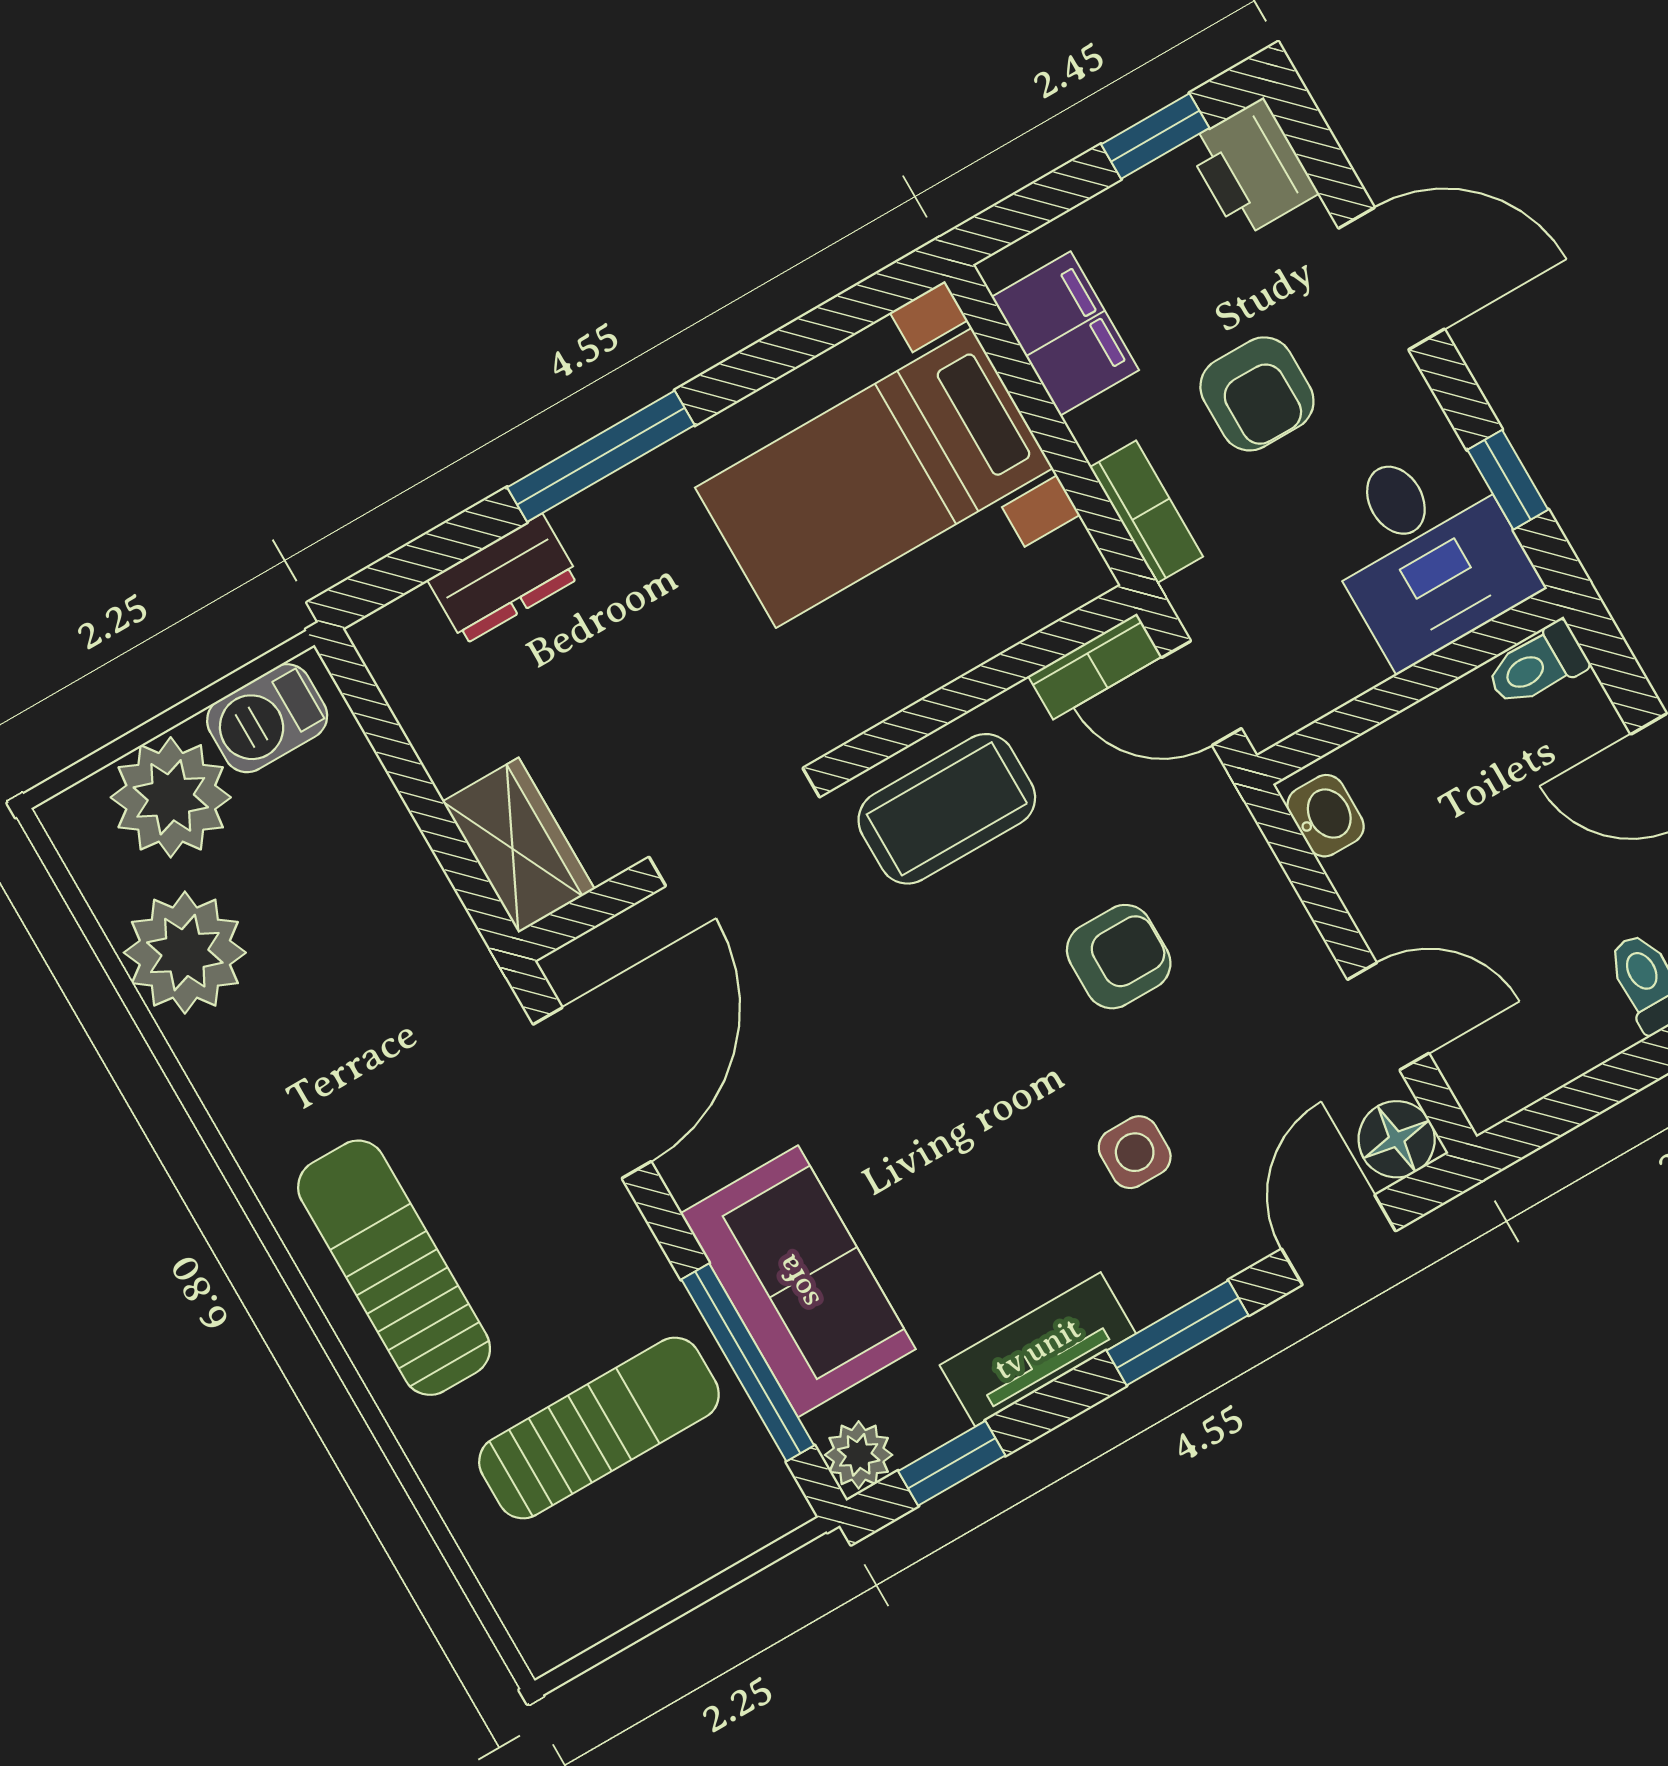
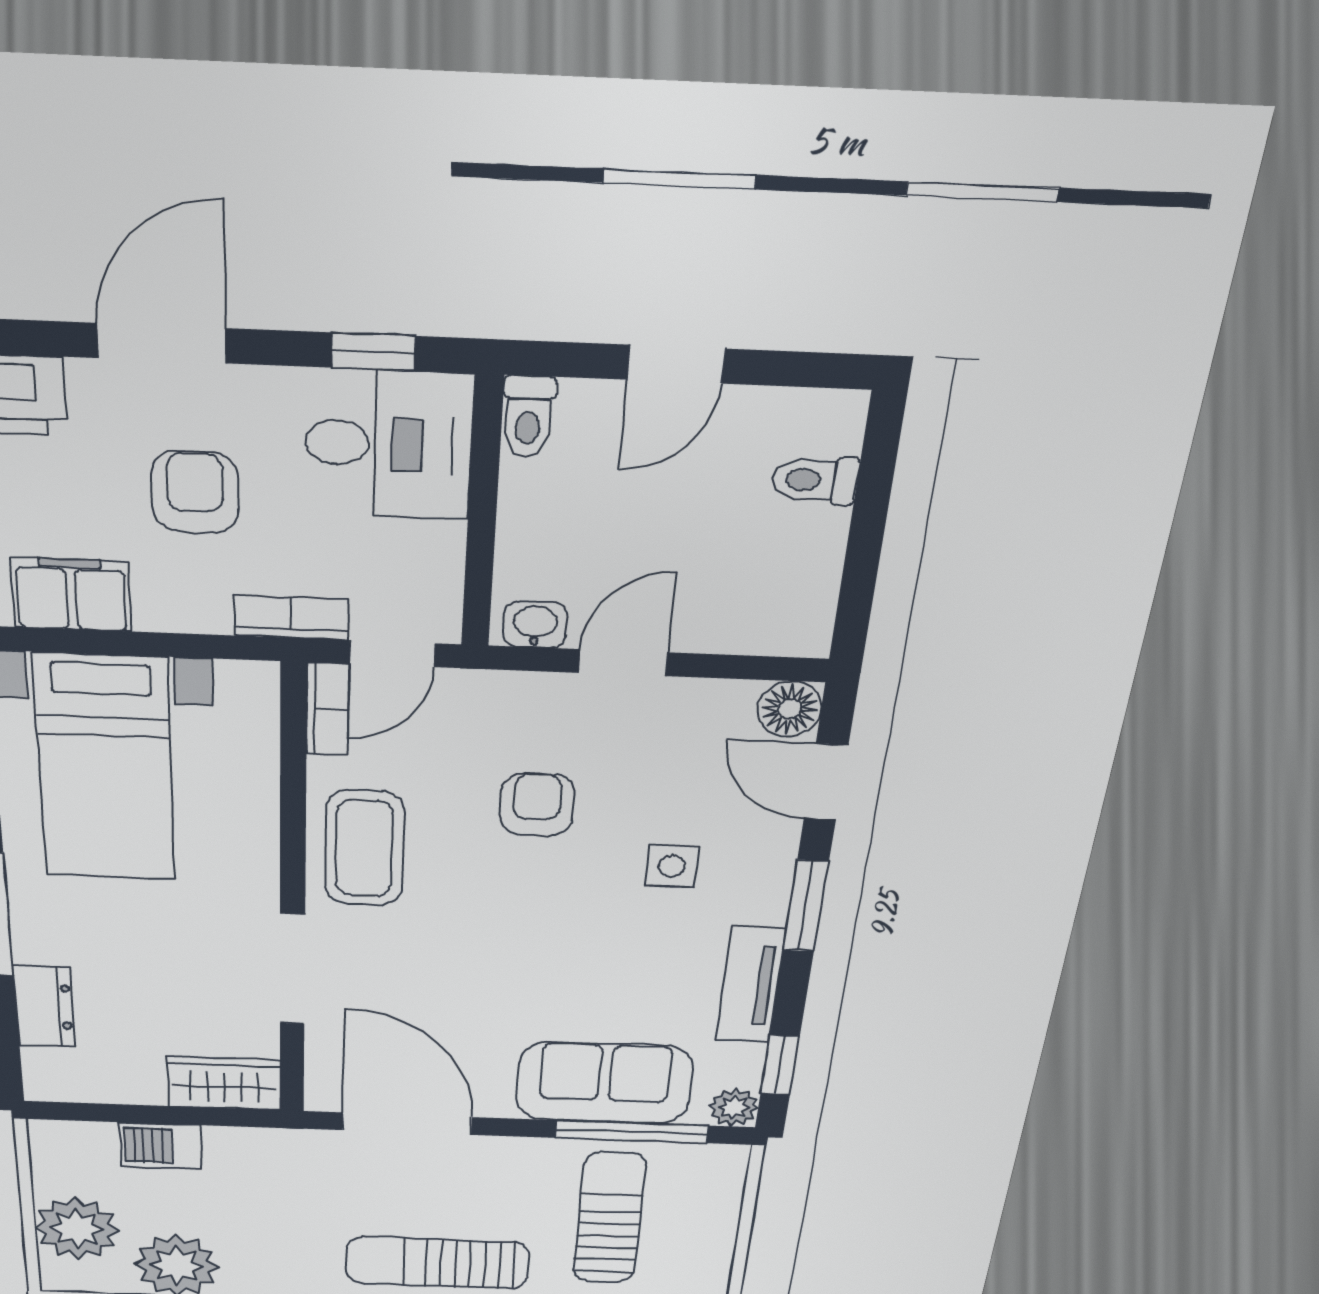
armchair: (1257, 394) -> (195, 492), turned -90
bookcase: (1146, 512) -> (292, 617), moved
barbecue: (267, 718) -> (161, 1146), moved, turned 90
door: (1388, 1016) -> (623, 663), moved

